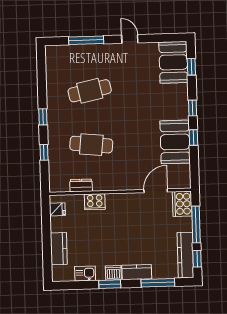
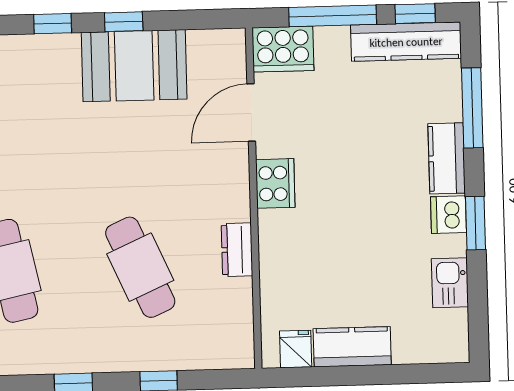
cafe table: (91, 145) -> (140, 267), turned -30
dresser: (81, 185) -> (237, 250), moved
door: (156, 191) -> (251, 113), hinge flipped
cooker: (95, 202) -> (275, 183), moved
kitchen counter: (59, 249) -> (352, 347), moved

